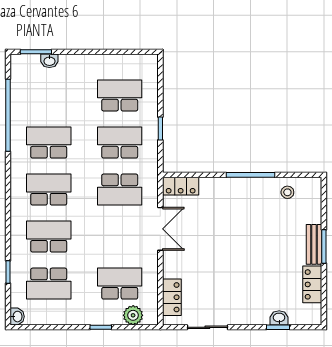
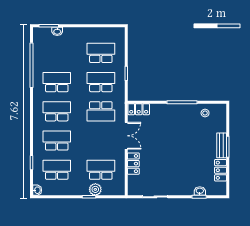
school desk: (49, 284) -> (57, 170), turned 180
locker: (172, 297) -> (133, 164), moved
plant: (133, 315) -> (95, 189), moved

